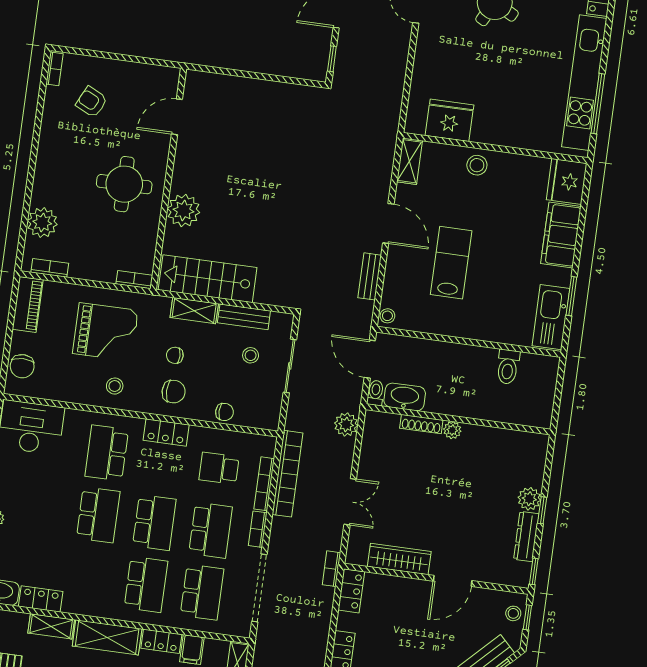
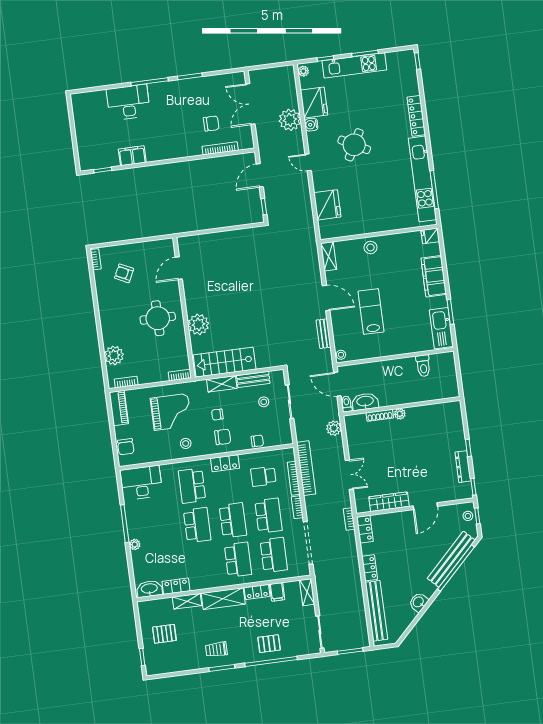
fridge: (450, 120) -> (327, 205), moved, turned 90
fridge: (567, 181) -> (430, 236), width x0.53, depth x0.75
plant: (529, 499) -> (458, 443), removed

